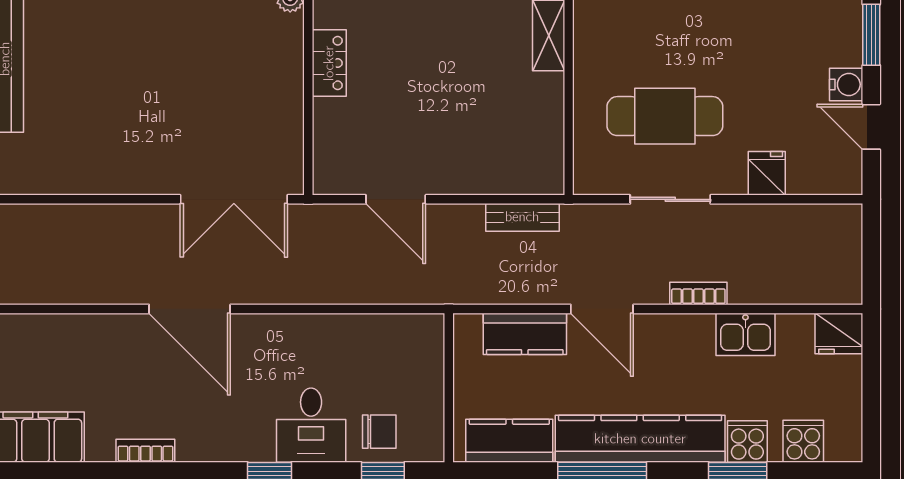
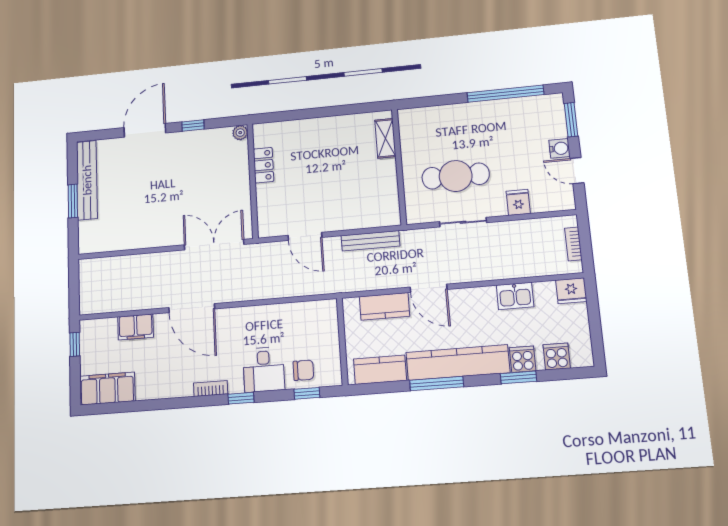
double door: (234, 199) -> (214, 245), swing flipped
bench: (522, 217) -> (370, 241), width x1.36
bookcase: (698, 293) -> (573, 244), moved, turned -90
filing cabinet: (88, 334) -> (136, 327), added
bookcase: (145, 451) -> (211, 389), moved

